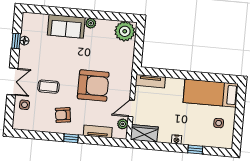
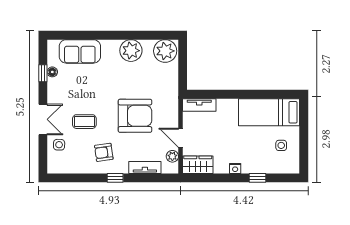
plant: (91, 23) -> (131, 51), width x1.88, depth x1.88
sofa: (66, 26) -> (80, 51), moved
door: (131, 108) -> (181, 138), hinge flipped

